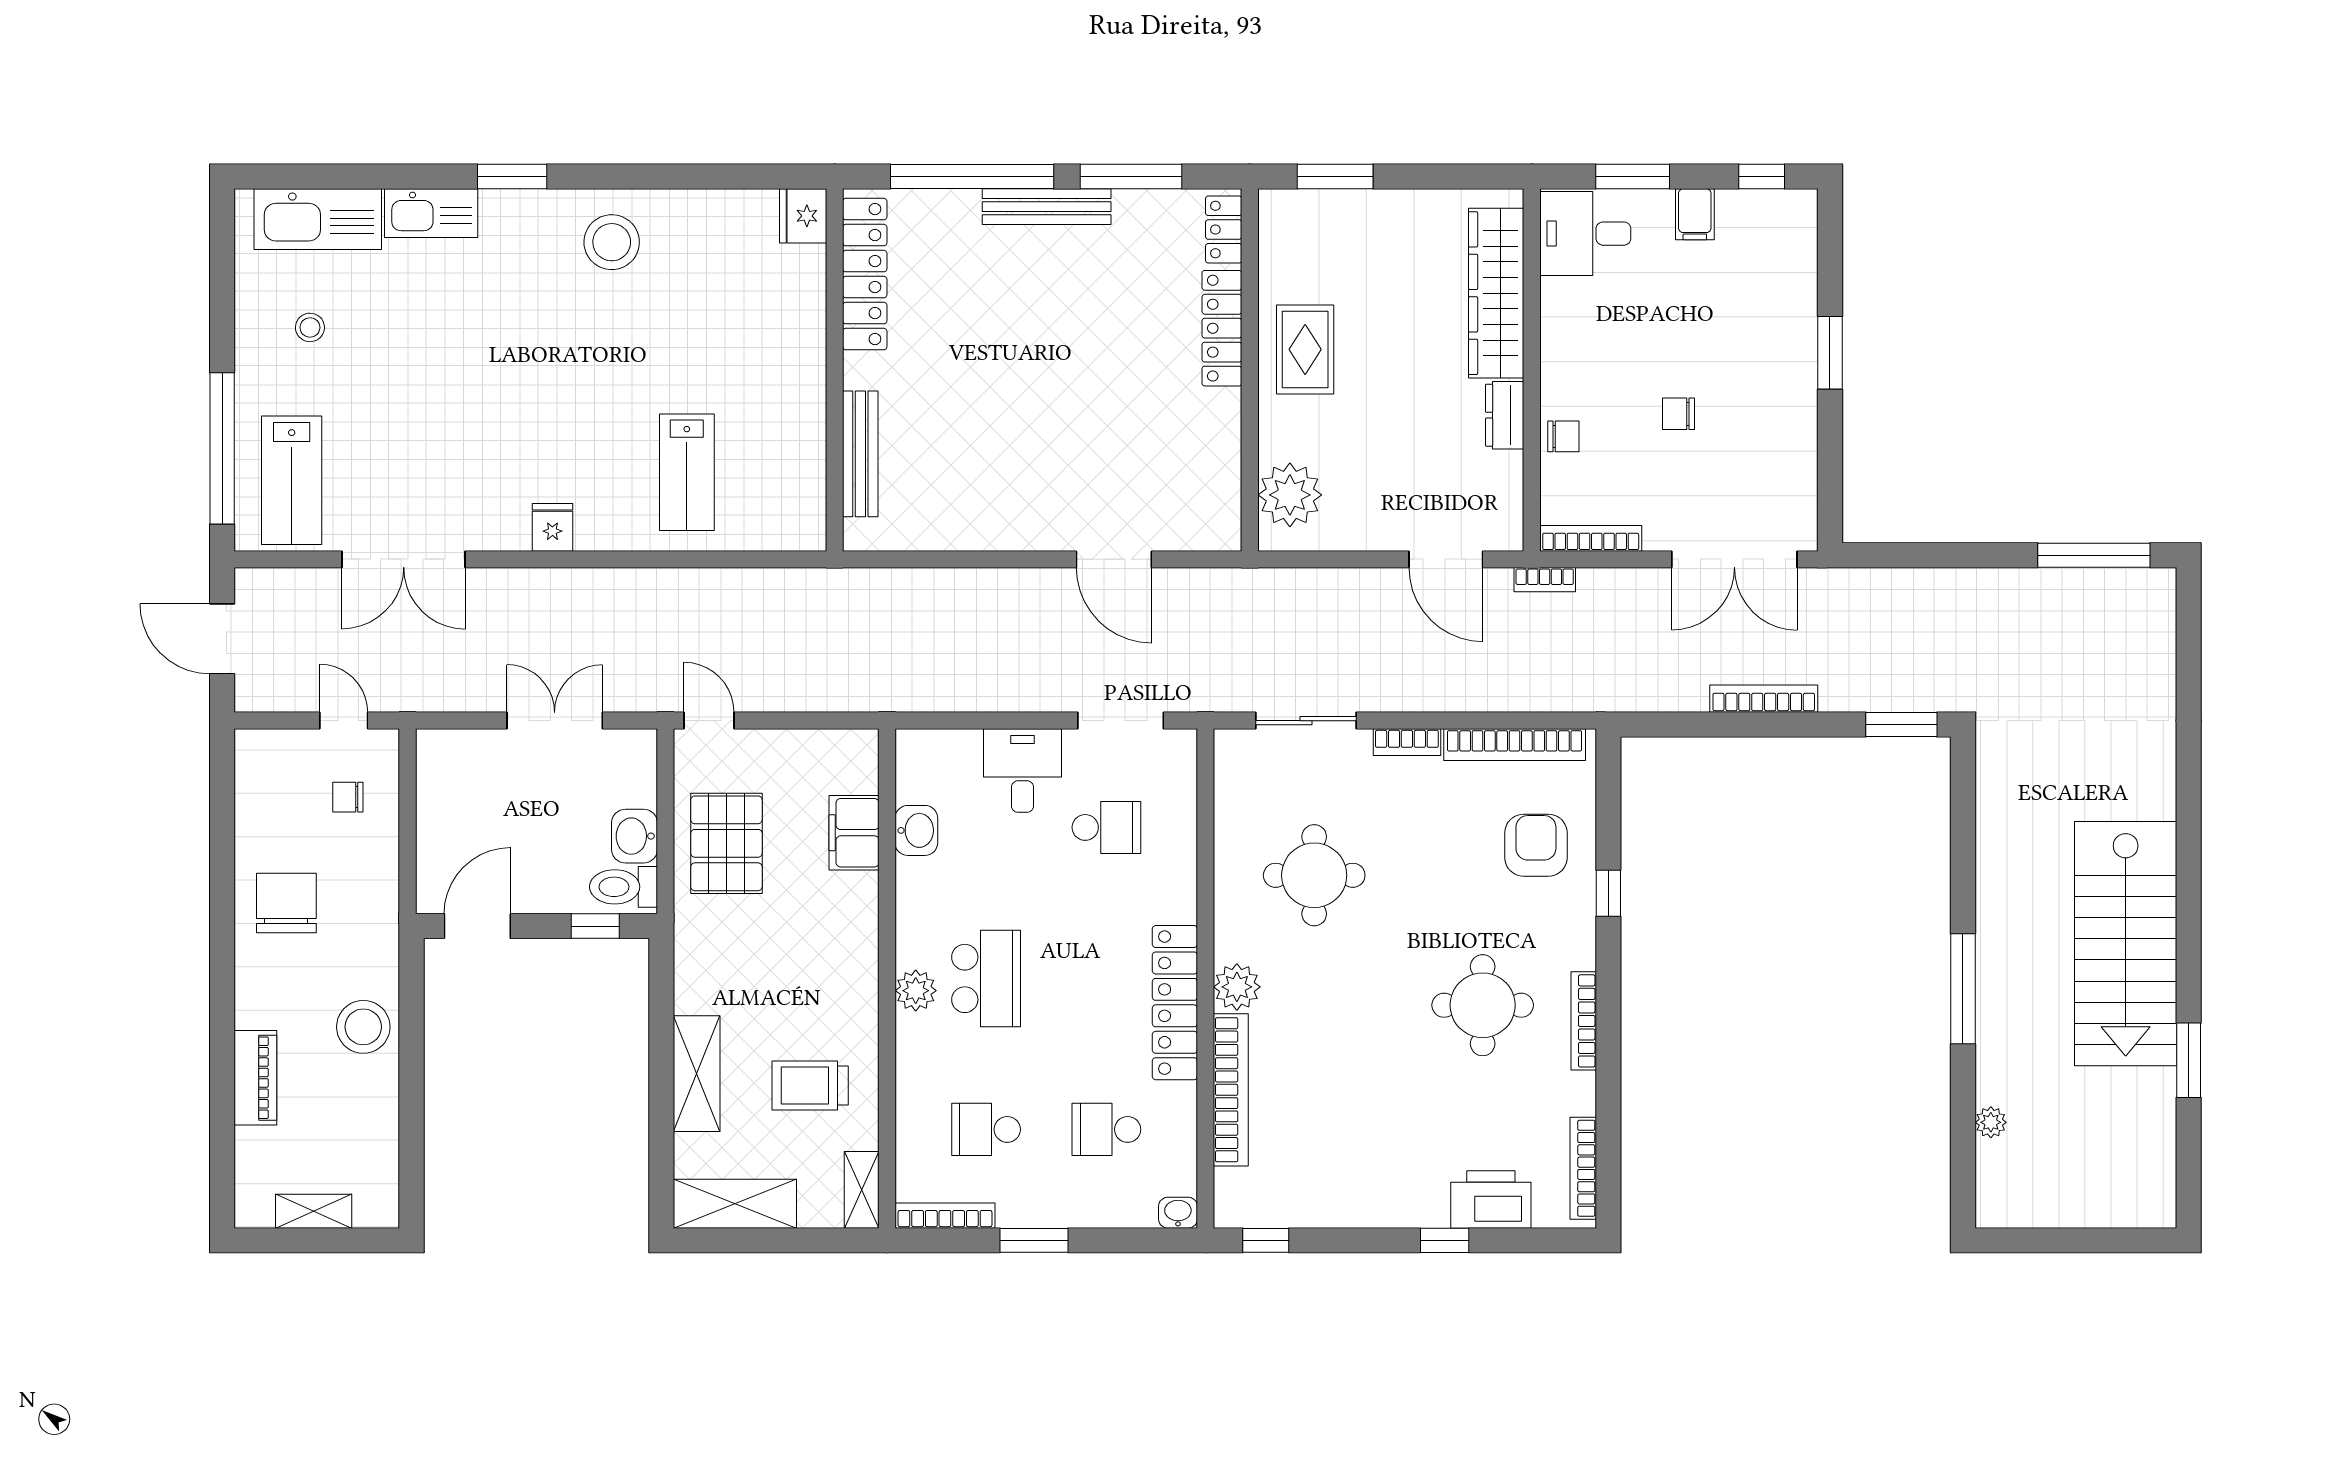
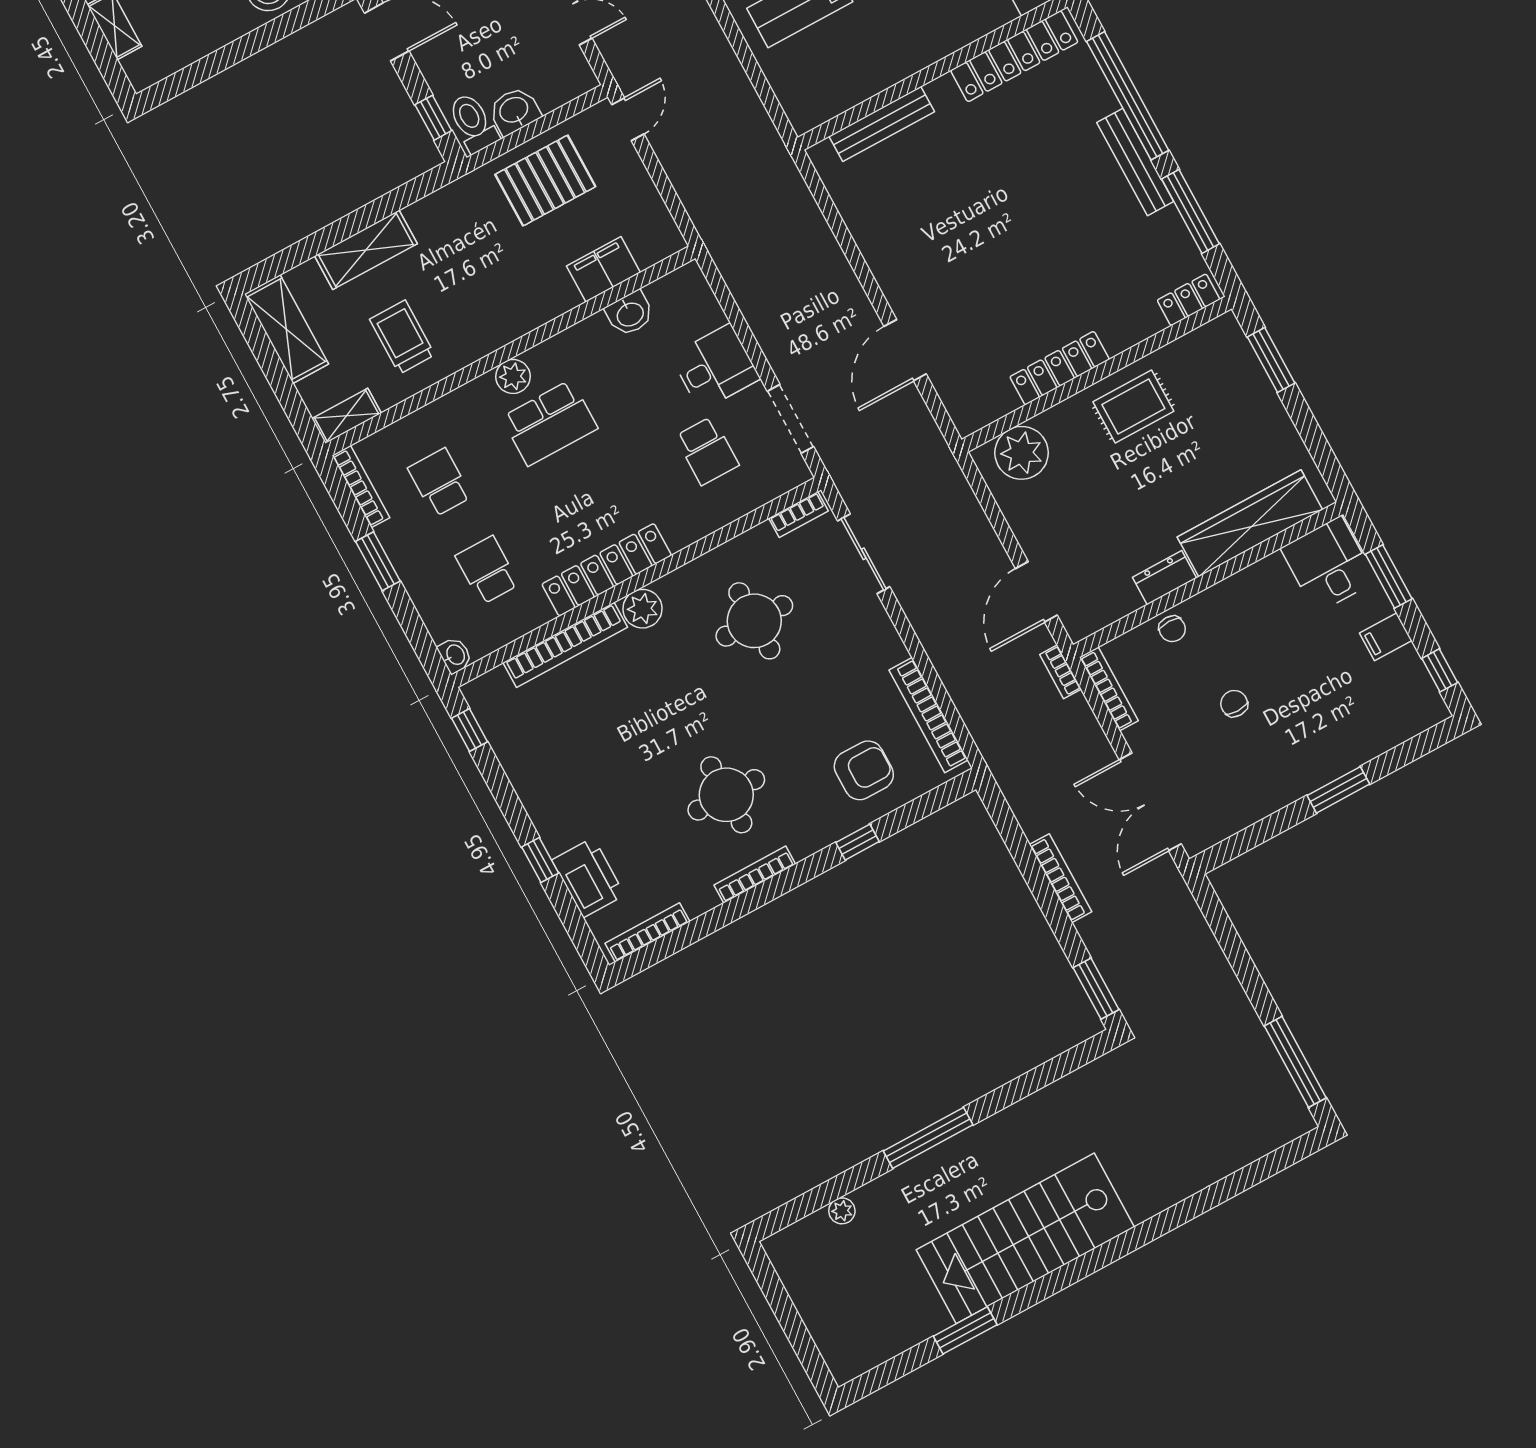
locker: (1222, 328) -> (1060, 368), moved
bookcase: (1407, 742) -> (799, 515), moved, turned -90

